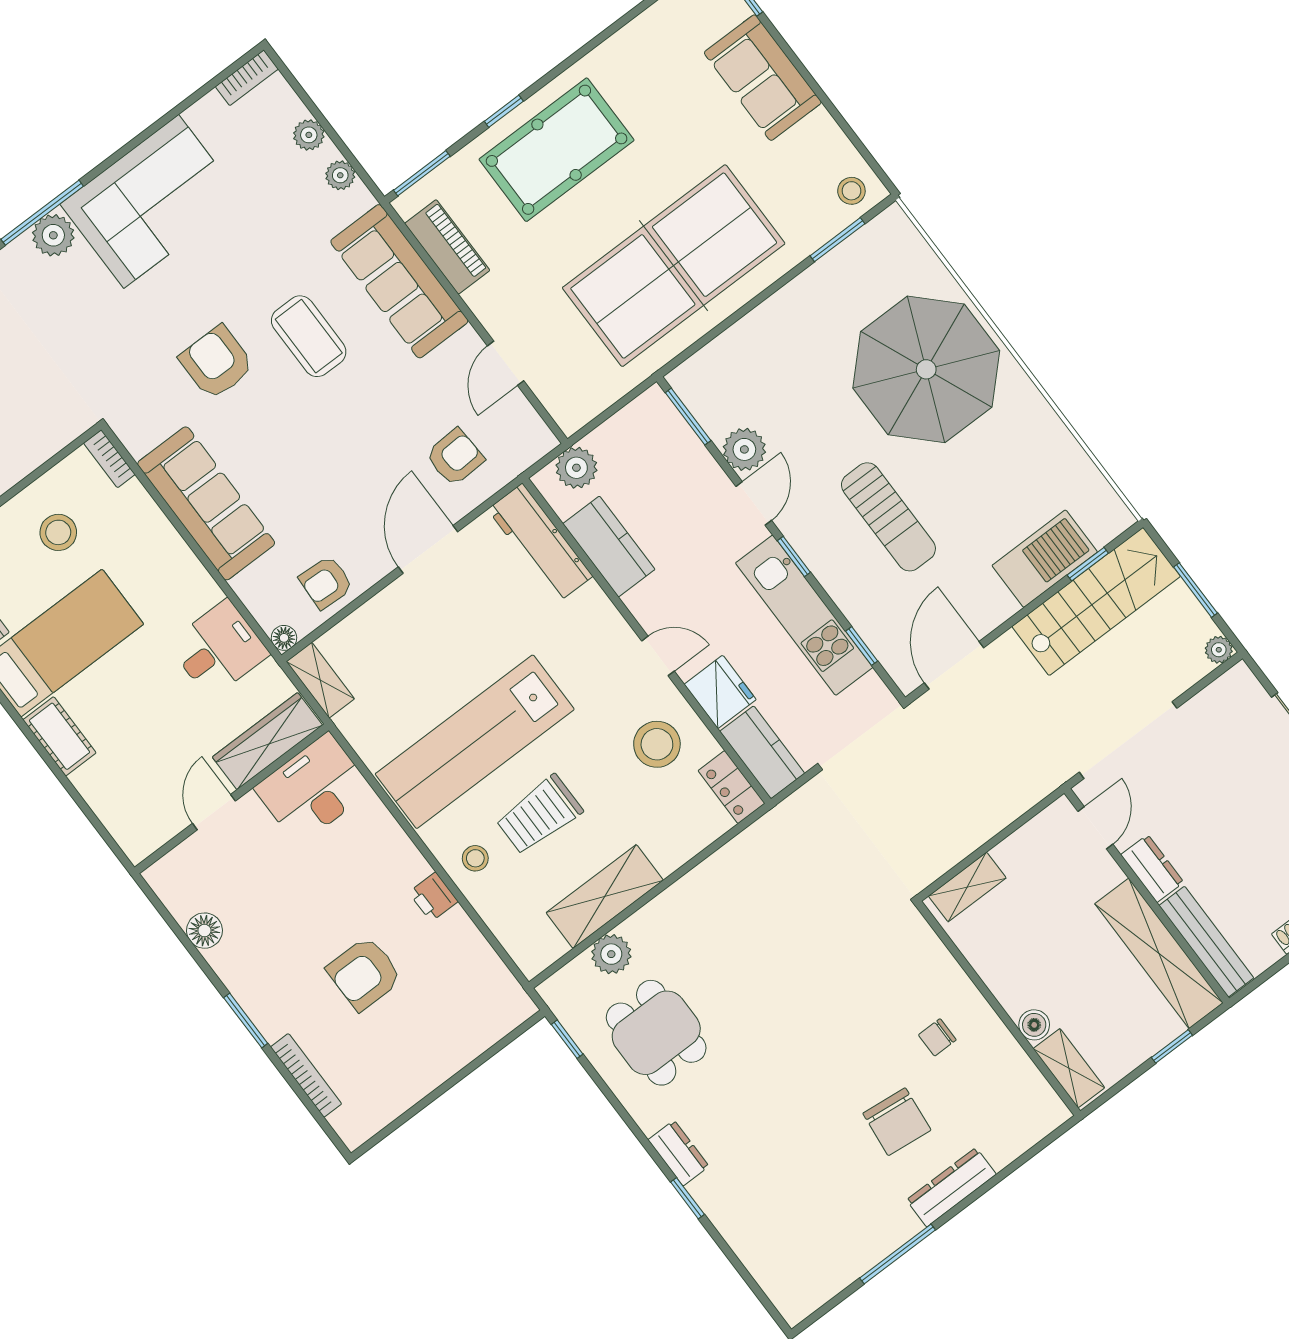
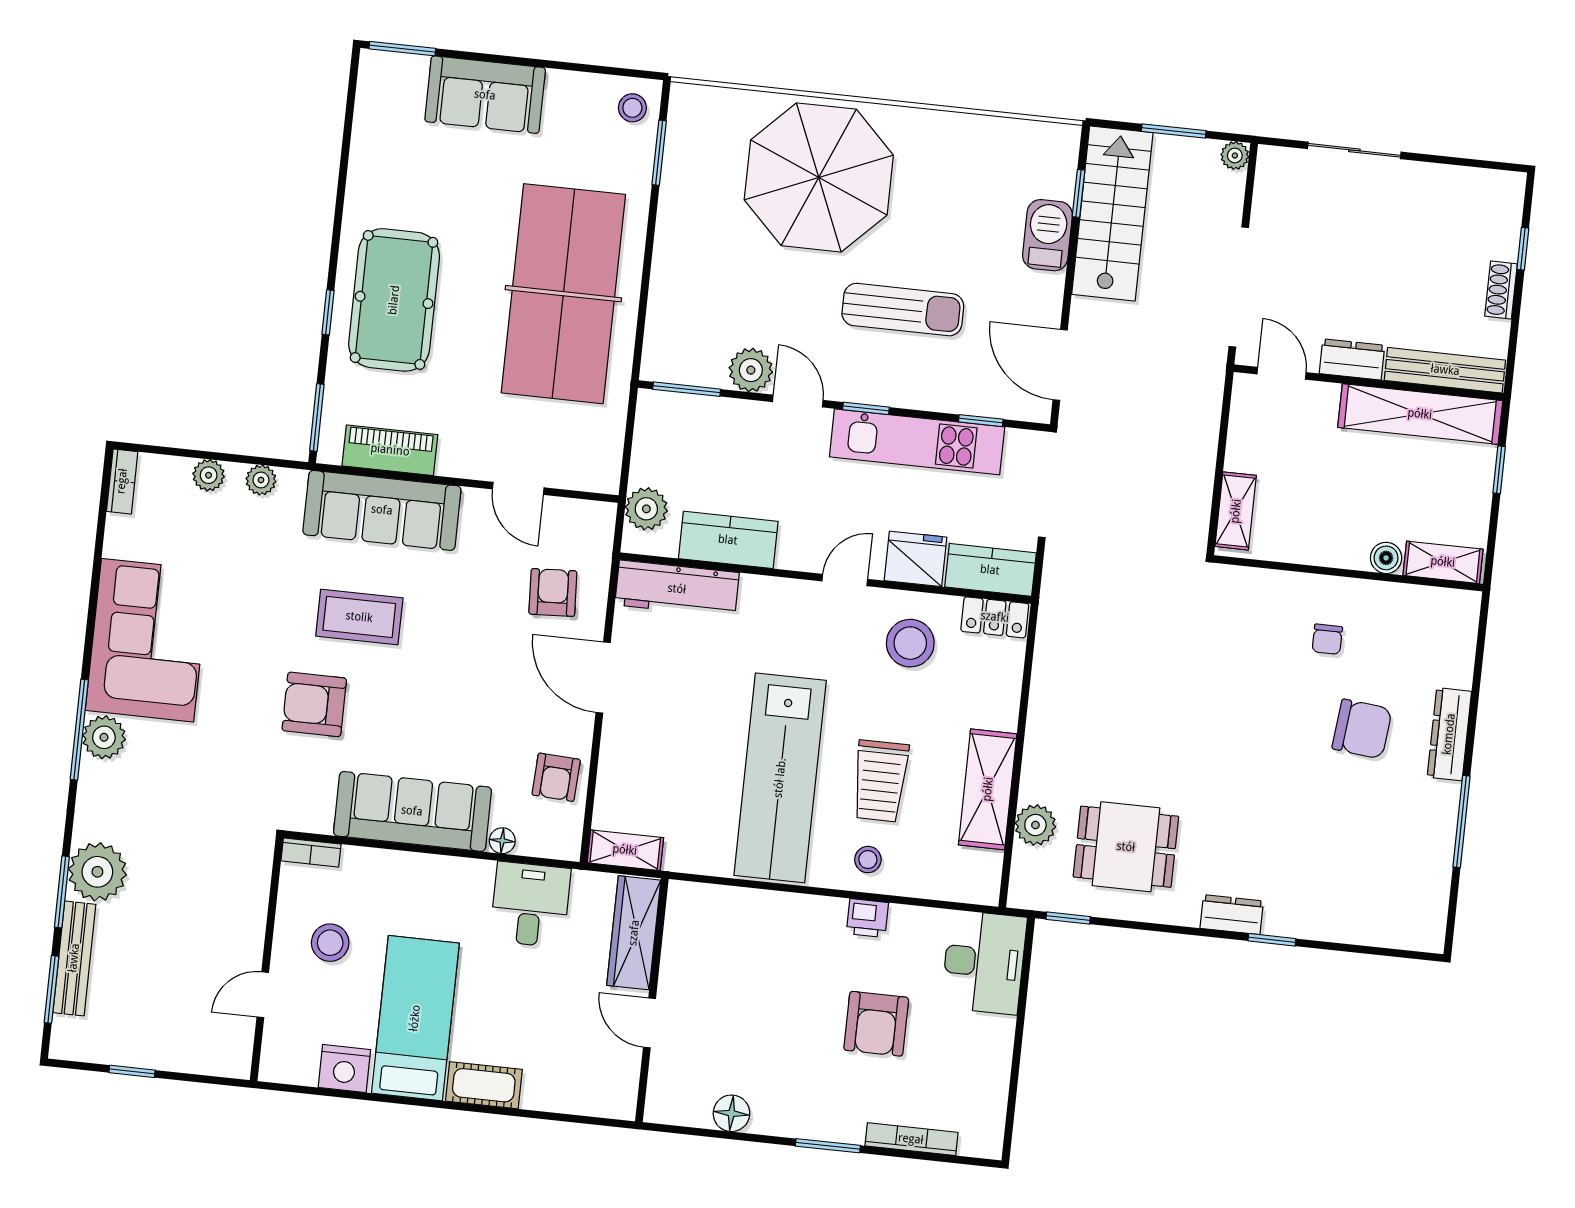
barbecue: (1045, 559) -> (1047, 235), width x0.73, depth x0.83
floor lamp: (284, 638) -> (502, 841), moved
desk: (313, 789) -> (984, 962), moved, turned 180

